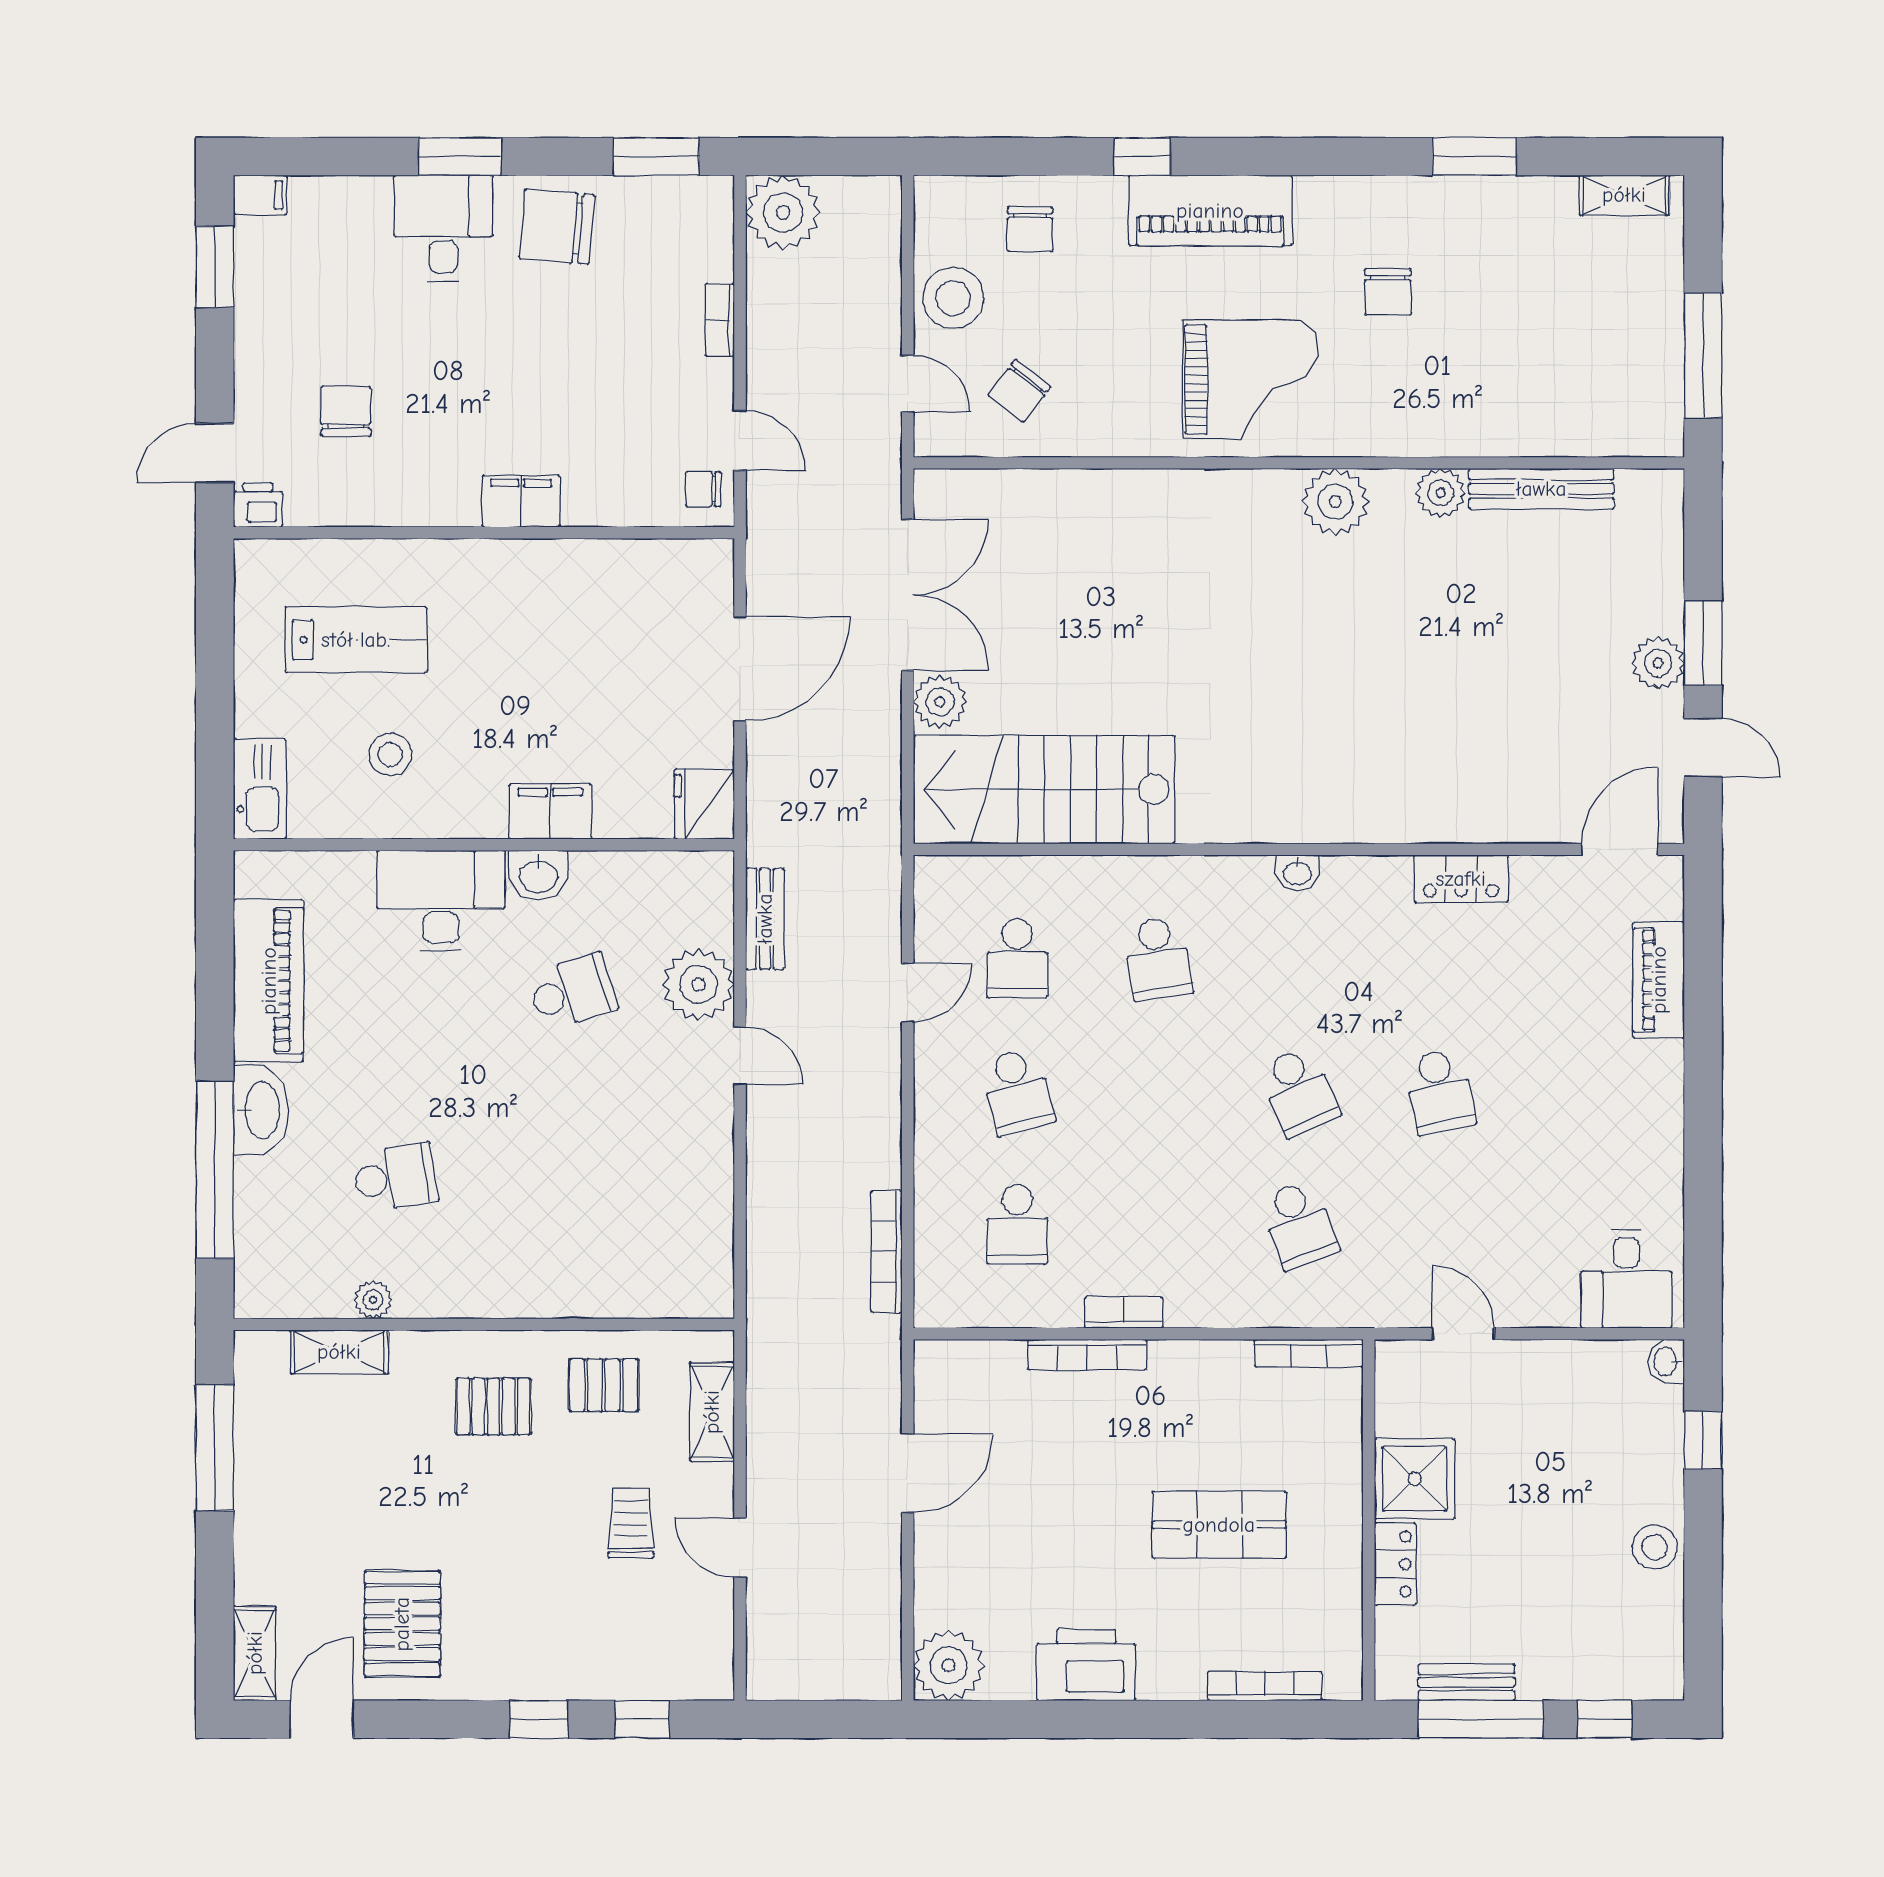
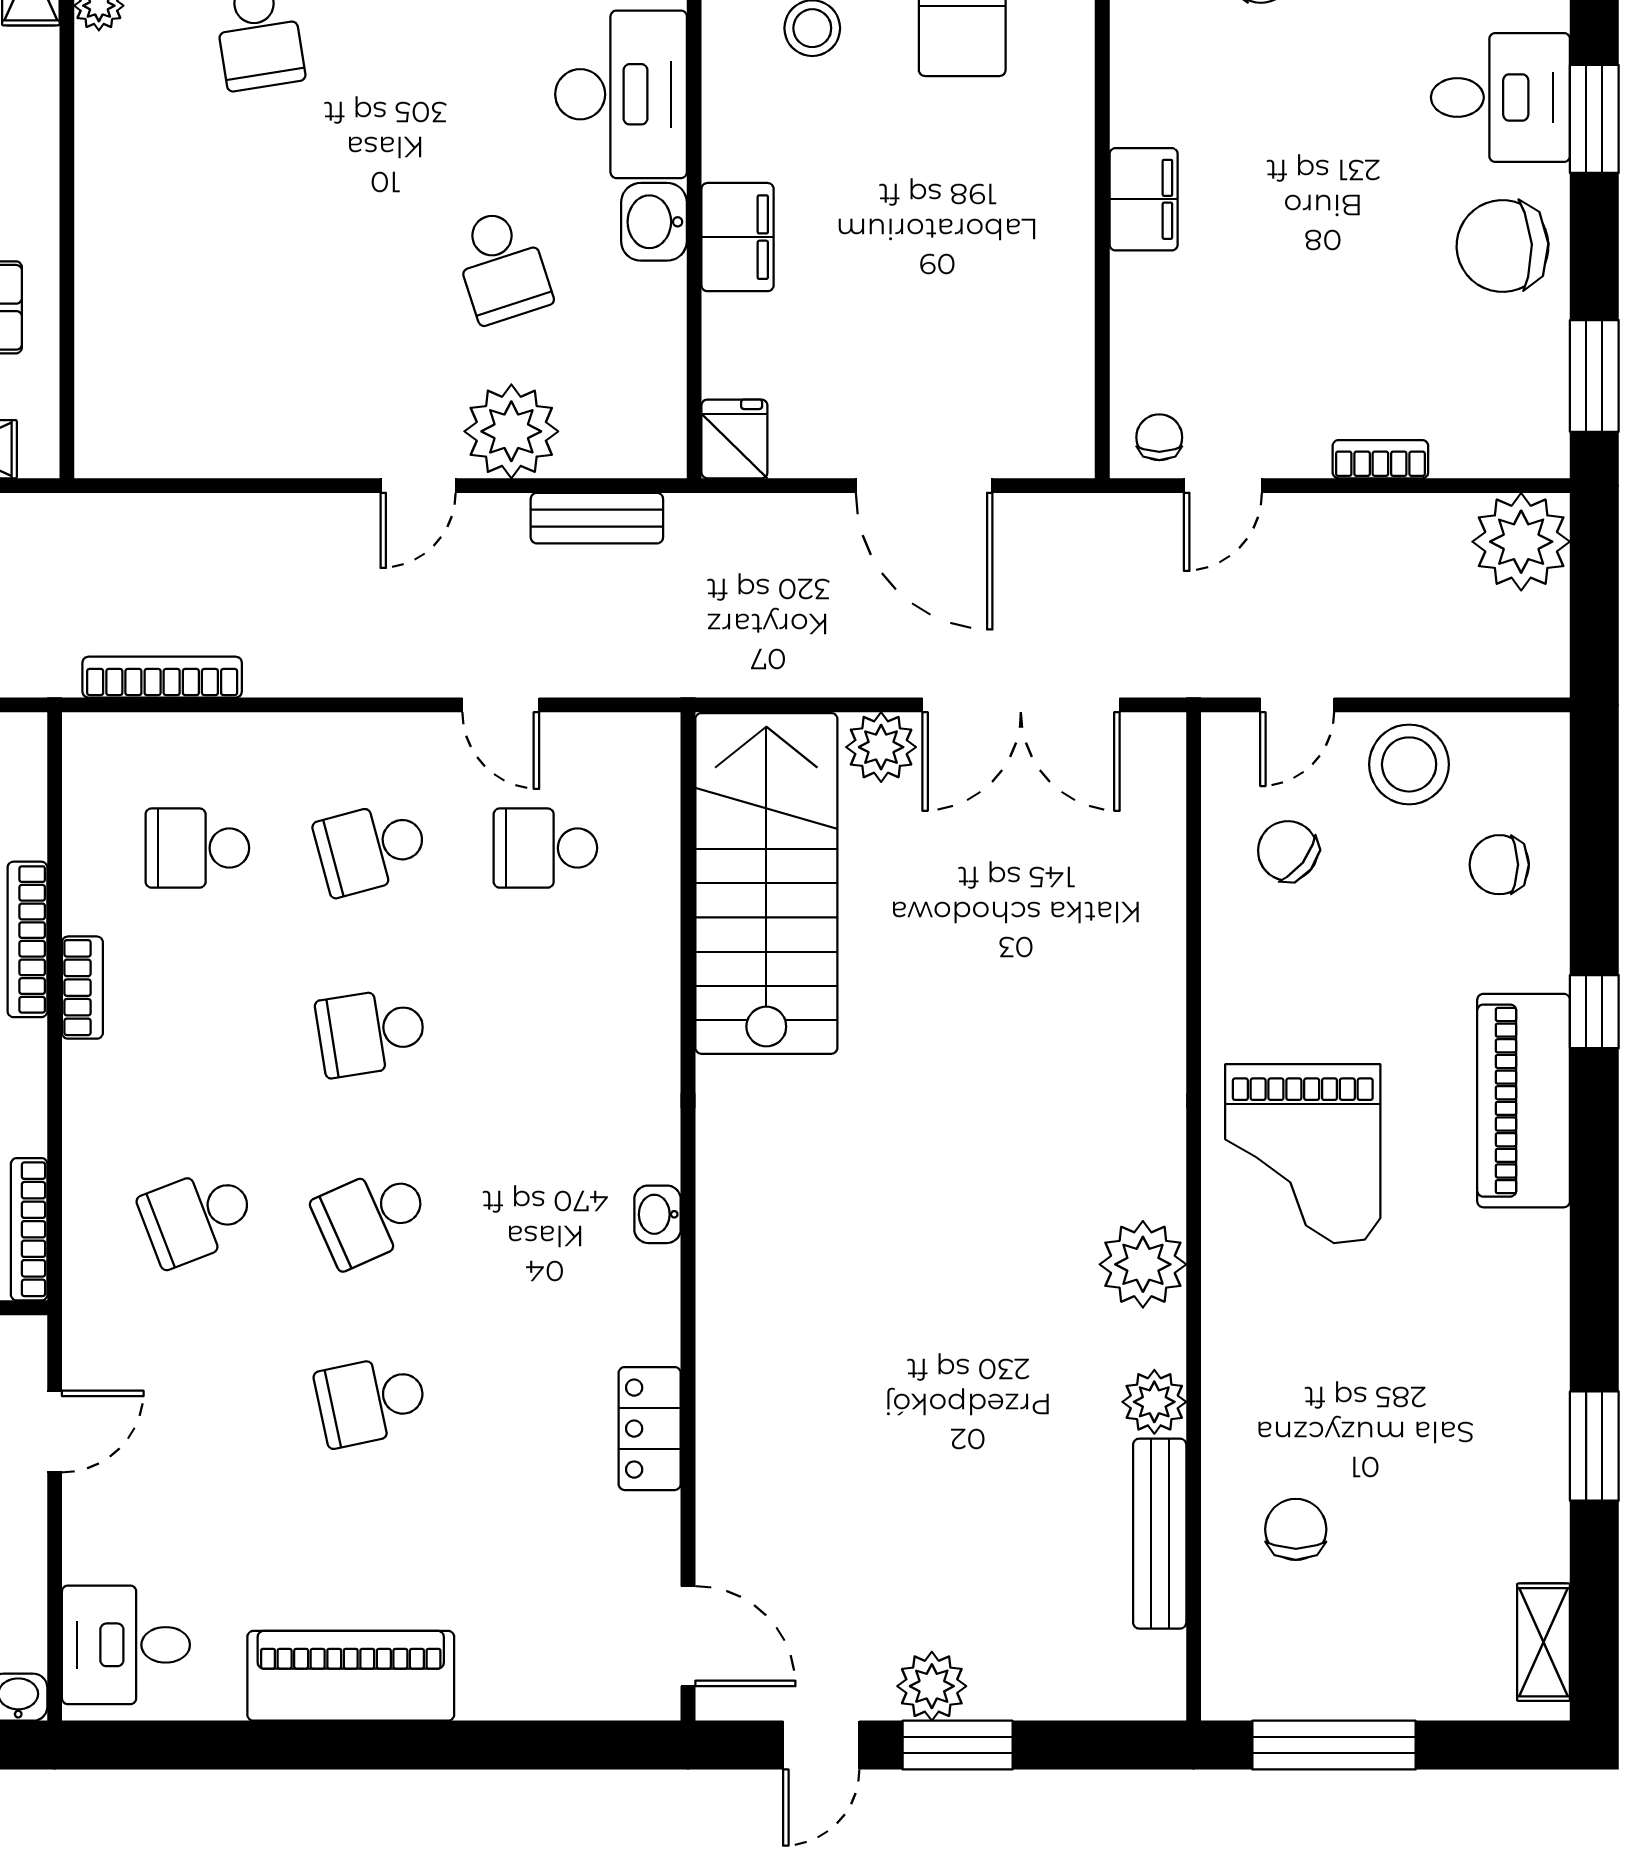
chair: (557, 227) -> (1503, 246), turned -98
chair: (1388, 292) -> (1296, 1529), moved, turned 90
fridge: (704, 804) -> (734, 439), width x0.72
school desk: (1158, 958) -> (371, 1032), moved
piano: (1659, 980) -> (351, 1676), moved, width x1.37, depth x1.33

